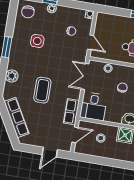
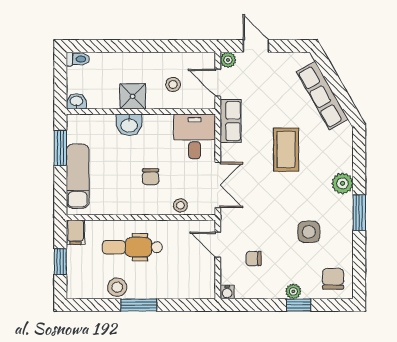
plant: (12, 76) -> (342, 183), moved
door: (75, 135) -> (218, 83), hinge flipped
plant: (67, 147) -> (228, 60), added
door: (50, 152) -> (256, 46), hinge flipped

